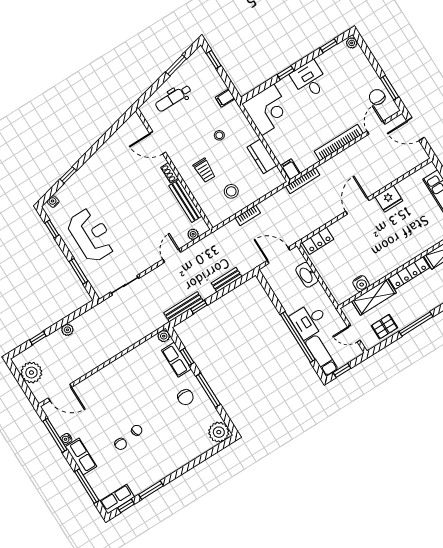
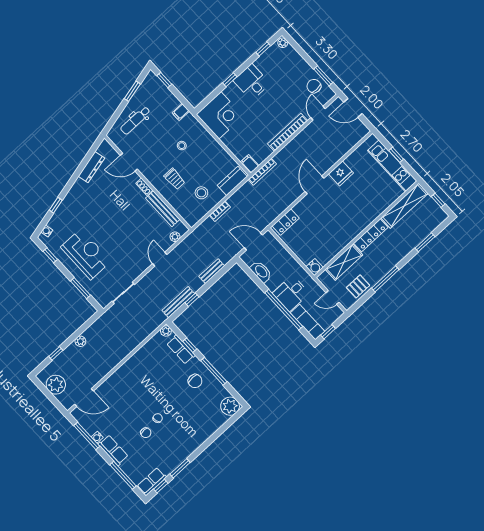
dresser: (116, 140) -> (91, 167), added
kitchen counter: (262, 156) -> (232, 181), moved, turned 90
washbasin: (307, 275) -> (261, 272), moved, turned 180
water cooler: (361, 284) -> (315, 267), moved

